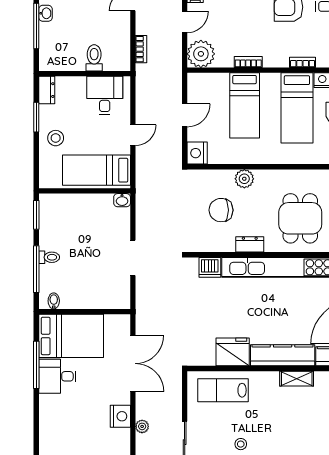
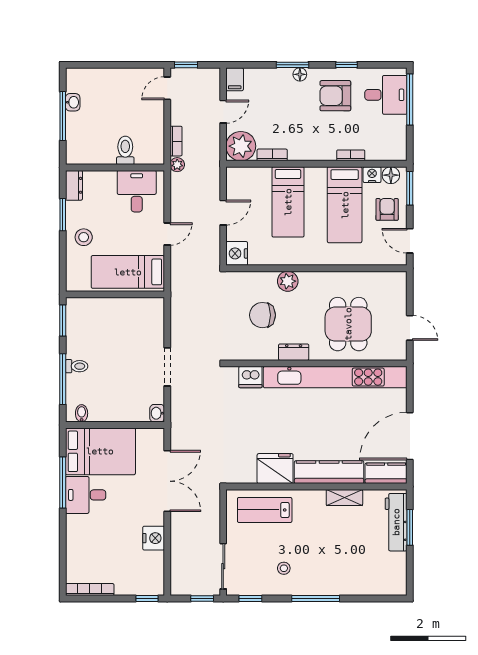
bookcase: (248, 62) -> (272, 155), moved
washbasin: (122, 200) -> (157, 413), moved, turned 90
plant: (142, 426) -> (177, 165), moved

